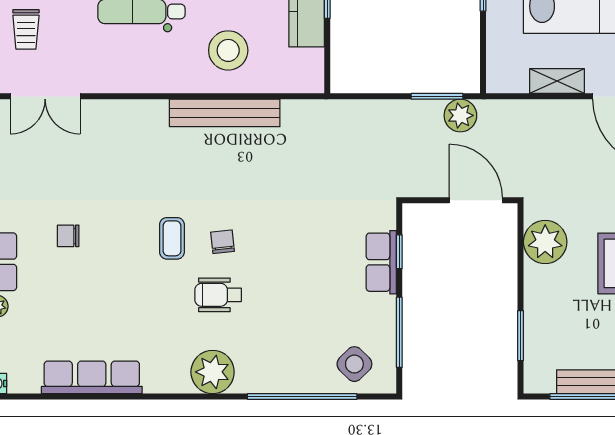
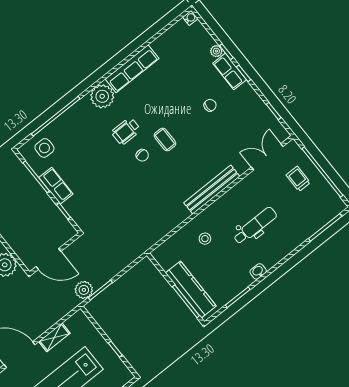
stool: (228, 50) -> (205, 239), width x0.53, depth x0.53
bench: (225, 113) -> (212, 190), moved
row of seats: (381, 262) -> (56, 186), moved
wheelchair: (218, 295) -> (126, 131), turned 180
side table: (354, 364) -> (44, 148), turned 45
row of seats: (92, 377) -> (132, 69), moved

